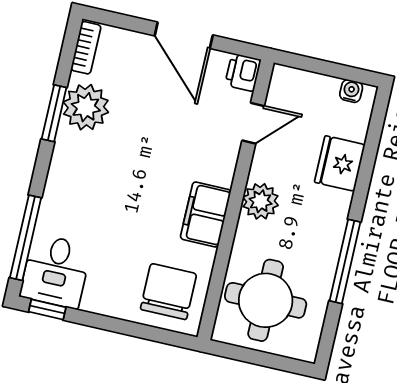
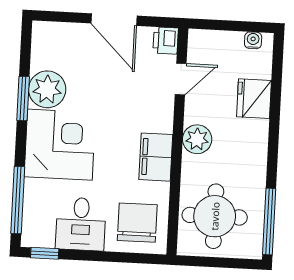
bookcase: (86, 48) -> (39, 43), removed
corner desk: (90, 178) -> (60, 145), added
window: (345, 261) -> (269, 222), moved
desk: (56, 271) -> (81, 224), moved

